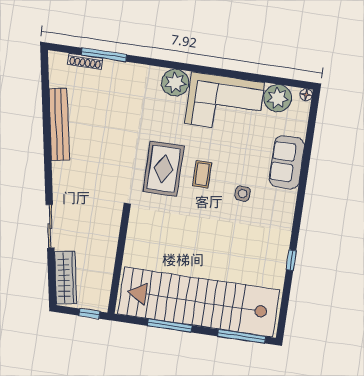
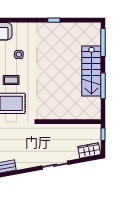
wardrobe: (66, 278) -> (89, 151), width x0.67
stairs: (199, 302) -> (91, 71), width x0.54, depth x0.66

